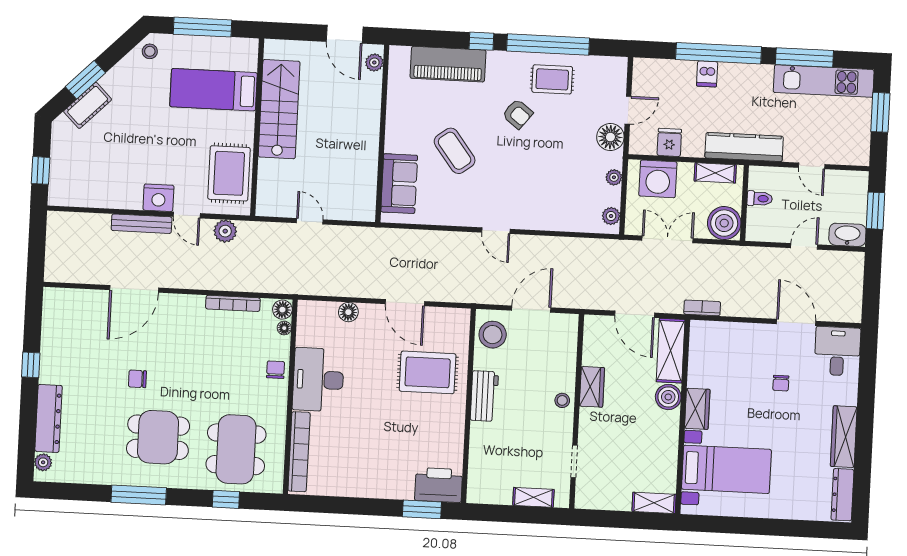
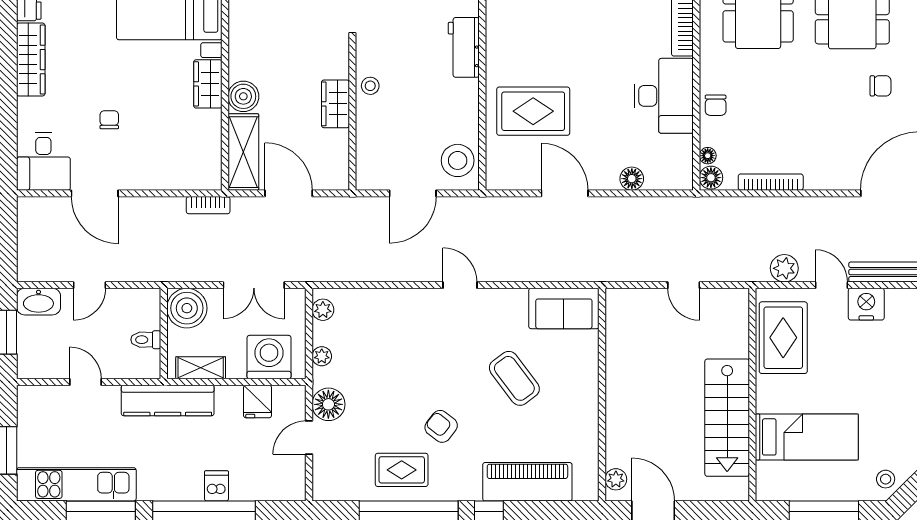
sofa: (399, 184) -> (564, 308), moved, turned -90
workbench: (484, 396) -> (464, 47), moved

